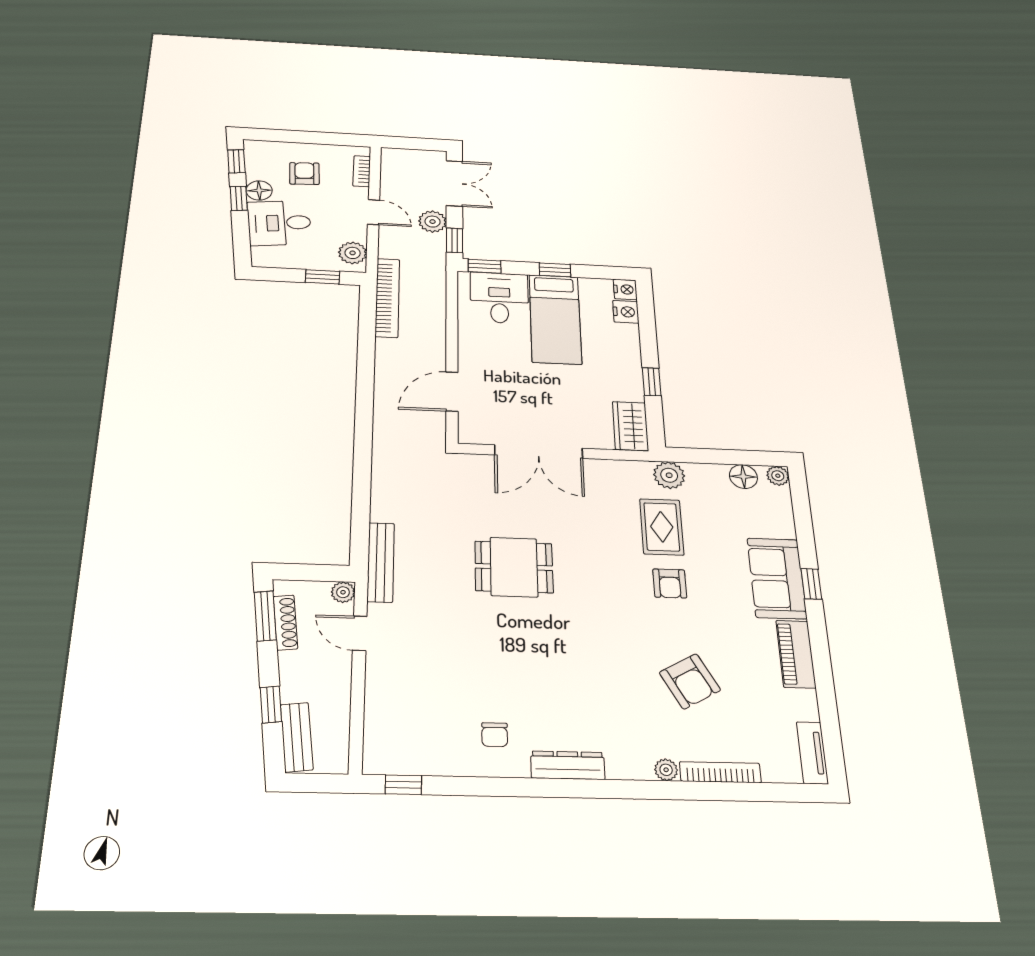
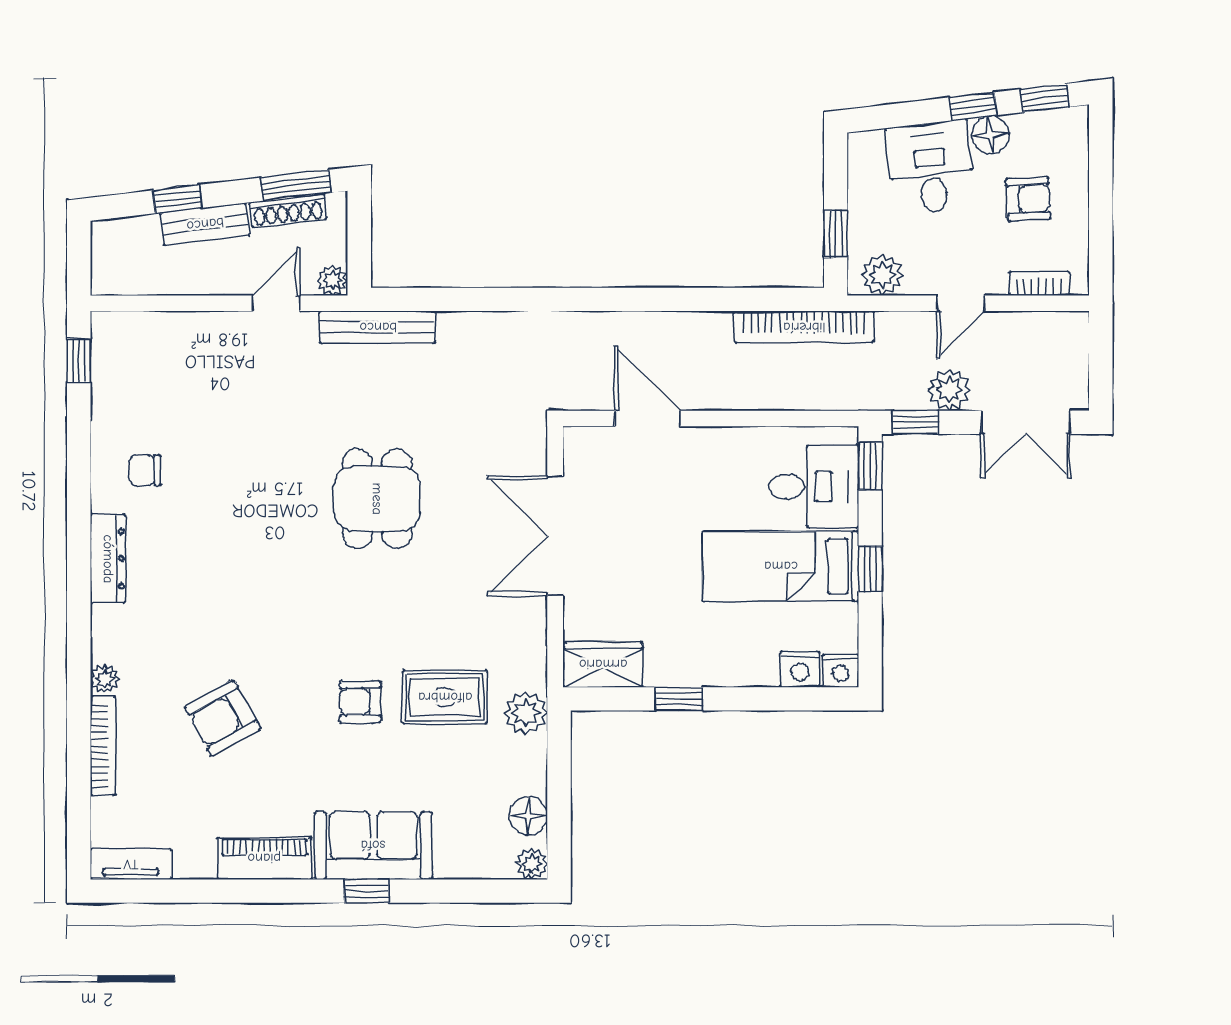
bench: (297, 737) -> (205, 224), moved

